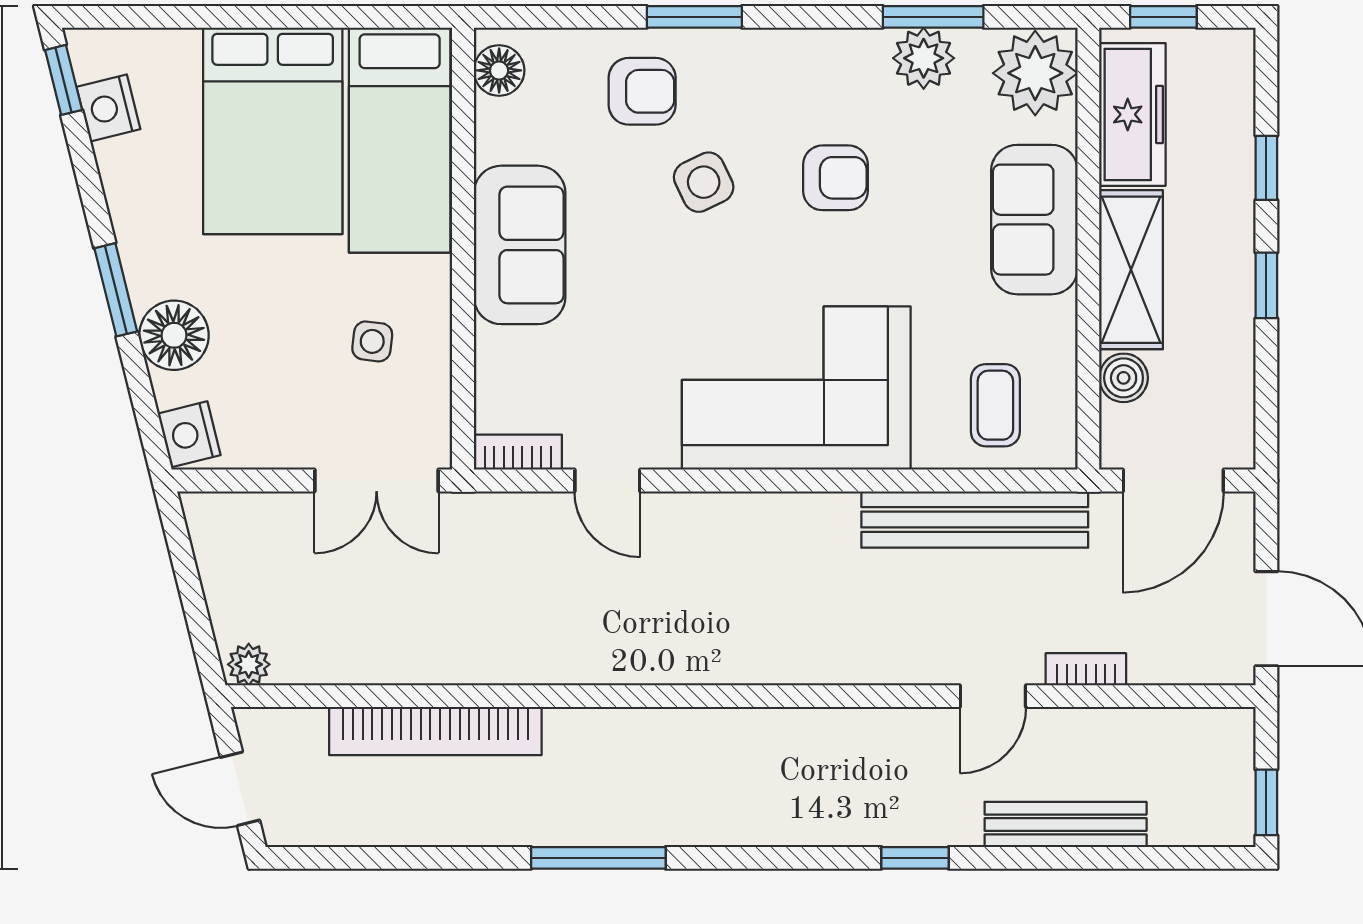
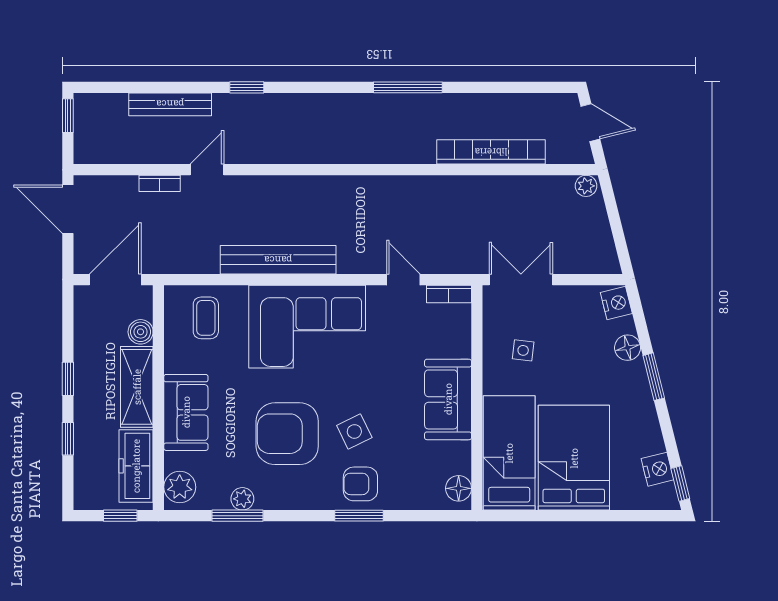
plant: (924, 58) -> (242, 499), width x0.73, depth x0.73
plant: (1035, 73) -> (180, 487), width x0.73, depth x0.73
armchair: (642, 91) -> (360, 484), moved
armchair: (835, 178) -> (287, 434), width x1.88, depth x1.88
floor lamp: (174, 335) -> (628, 348), width x0.73, depth x0.73
bench: (975, 520) -> (278, 260), moved

